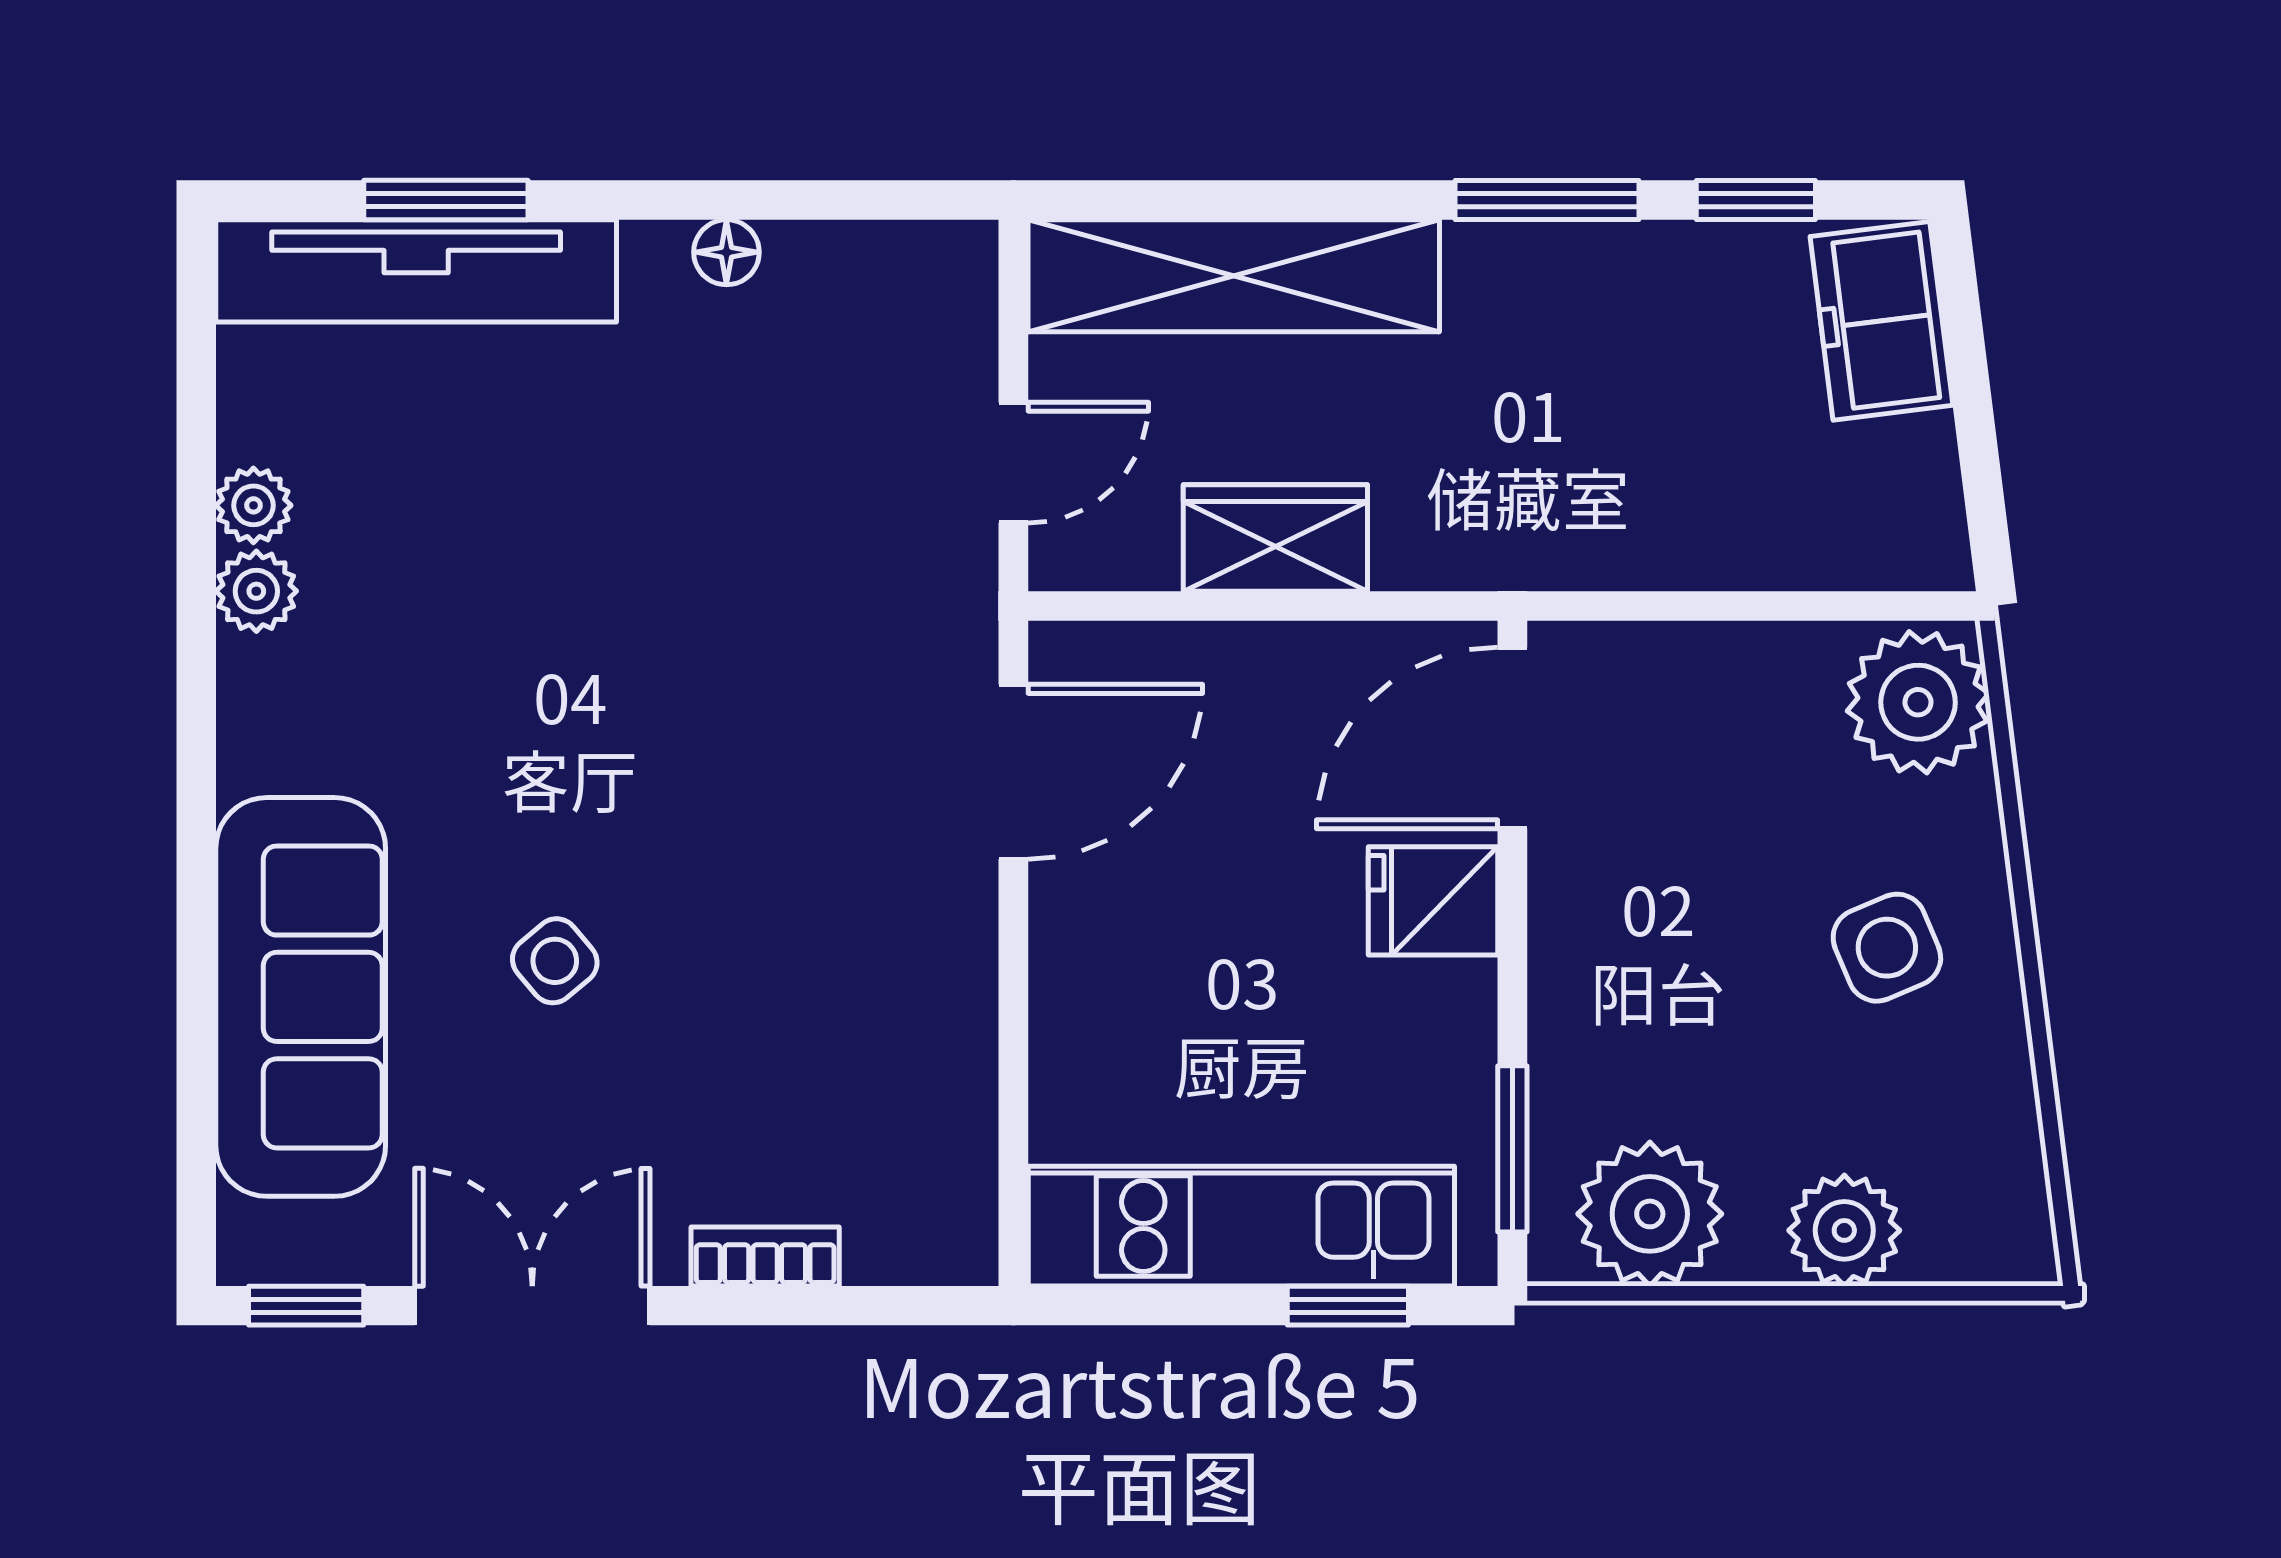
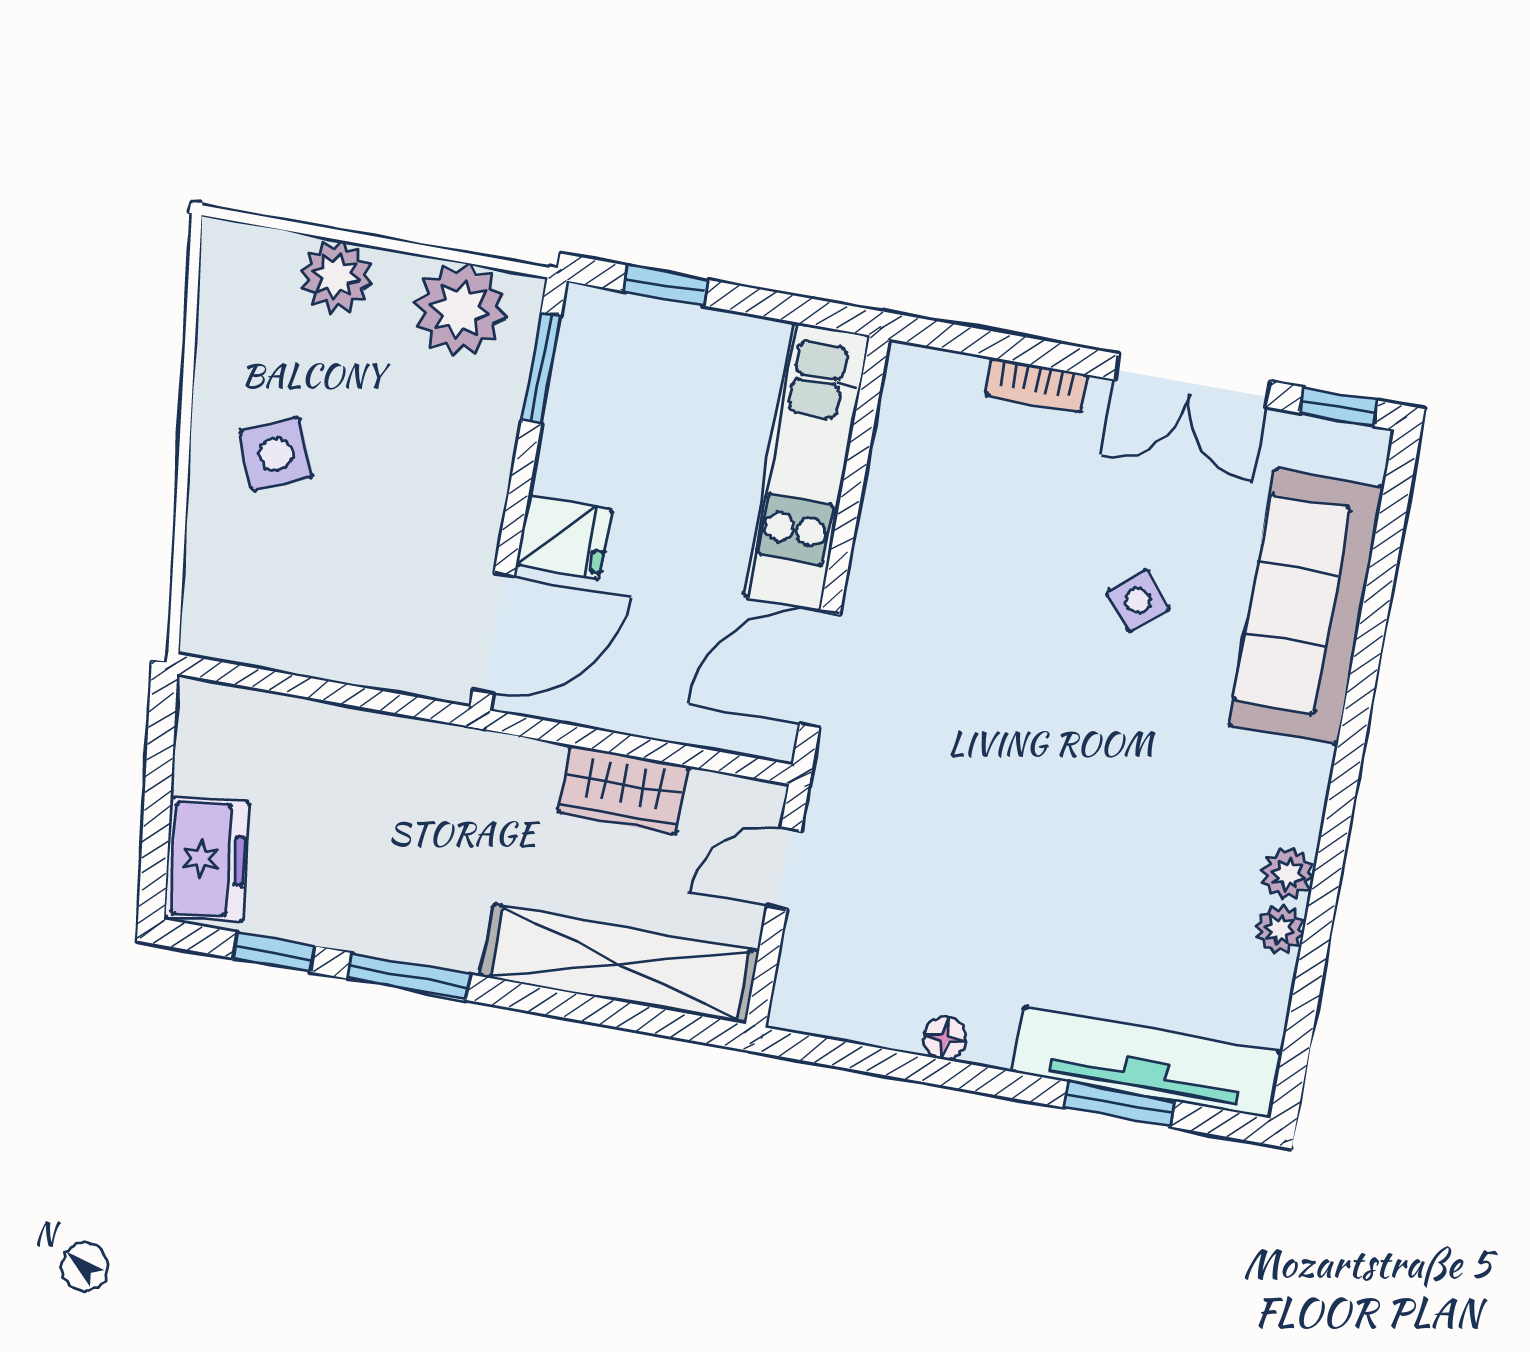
plant: (1918, 702) -> (227, 609), removed
kitchen unit: (1241, 1226) -> (807, 466), moved, turned 90

